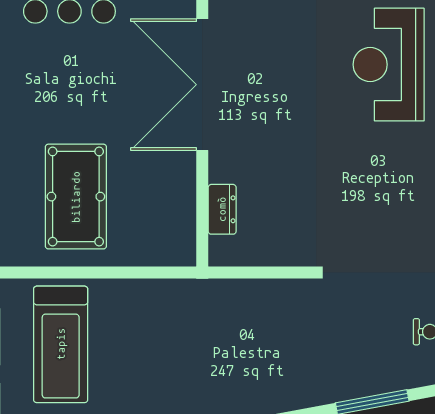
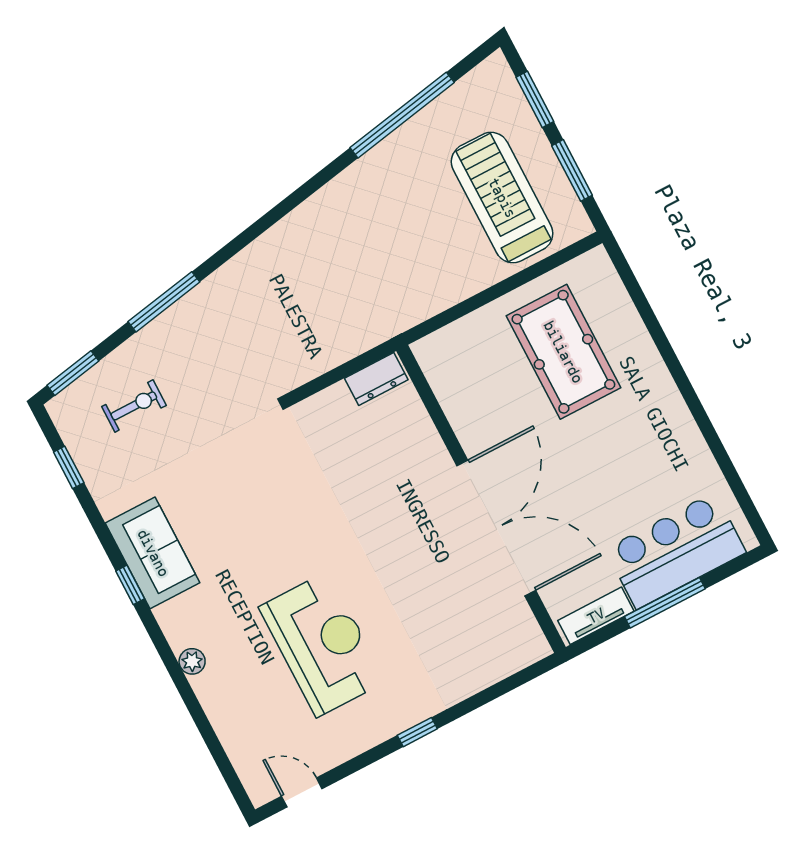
dresser: (222, 209) -> (376, 379), moved, turned -90

